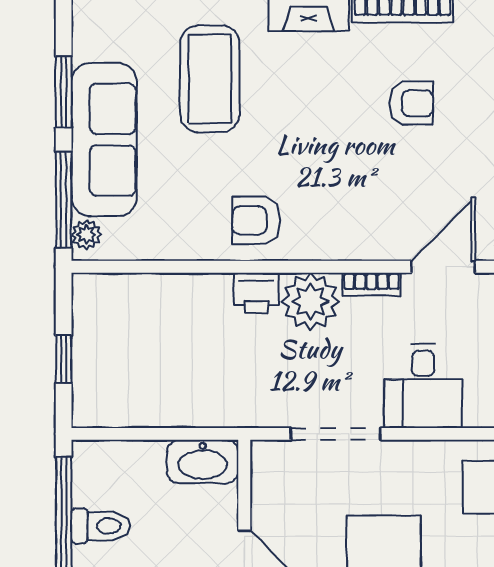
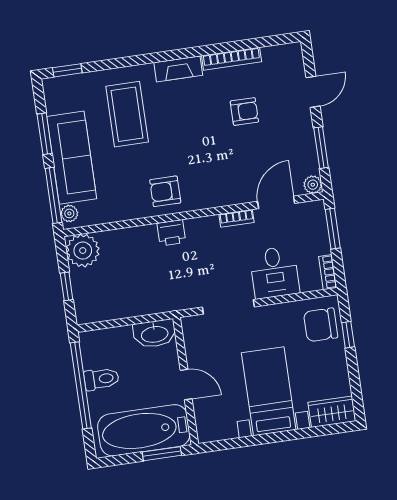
plant: (310, 301) -> (83, 251), moved

